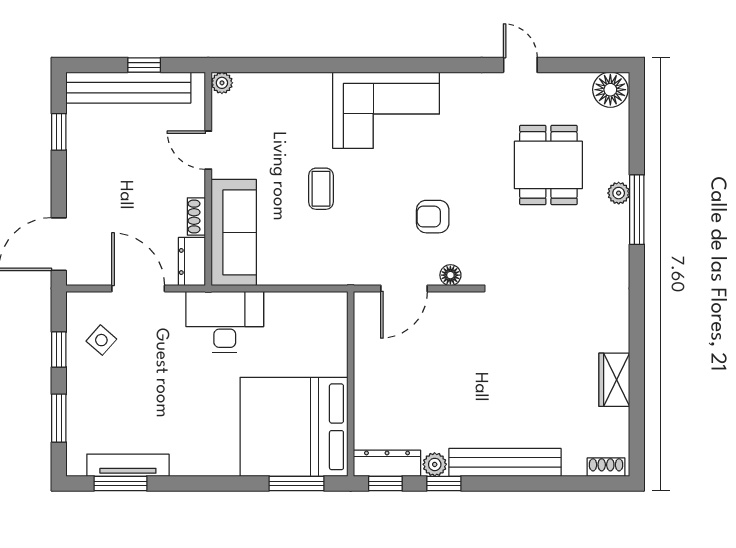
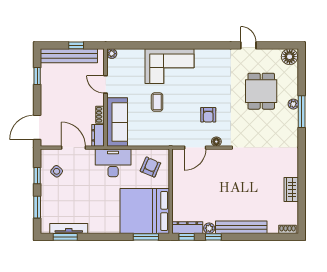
corner sofa: (386, 110) -> (170, 66), moved
armchair: (433, 217) -> (208, 115), turned -90
armchair: (306, 331) -> (150, 167), added

